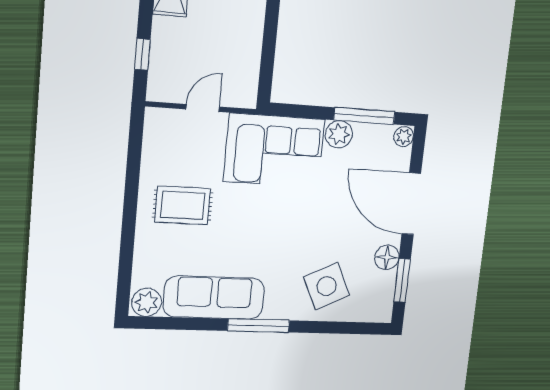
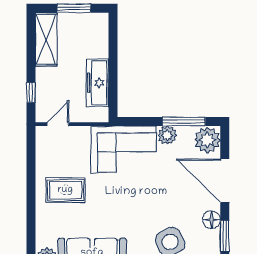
freezer: (245, 48) -> (98, 83), added
door: (203, 108) -> (58, 124), moved
plant: (404, 136) -> (207, 140), width x1.88, depth x1.88

